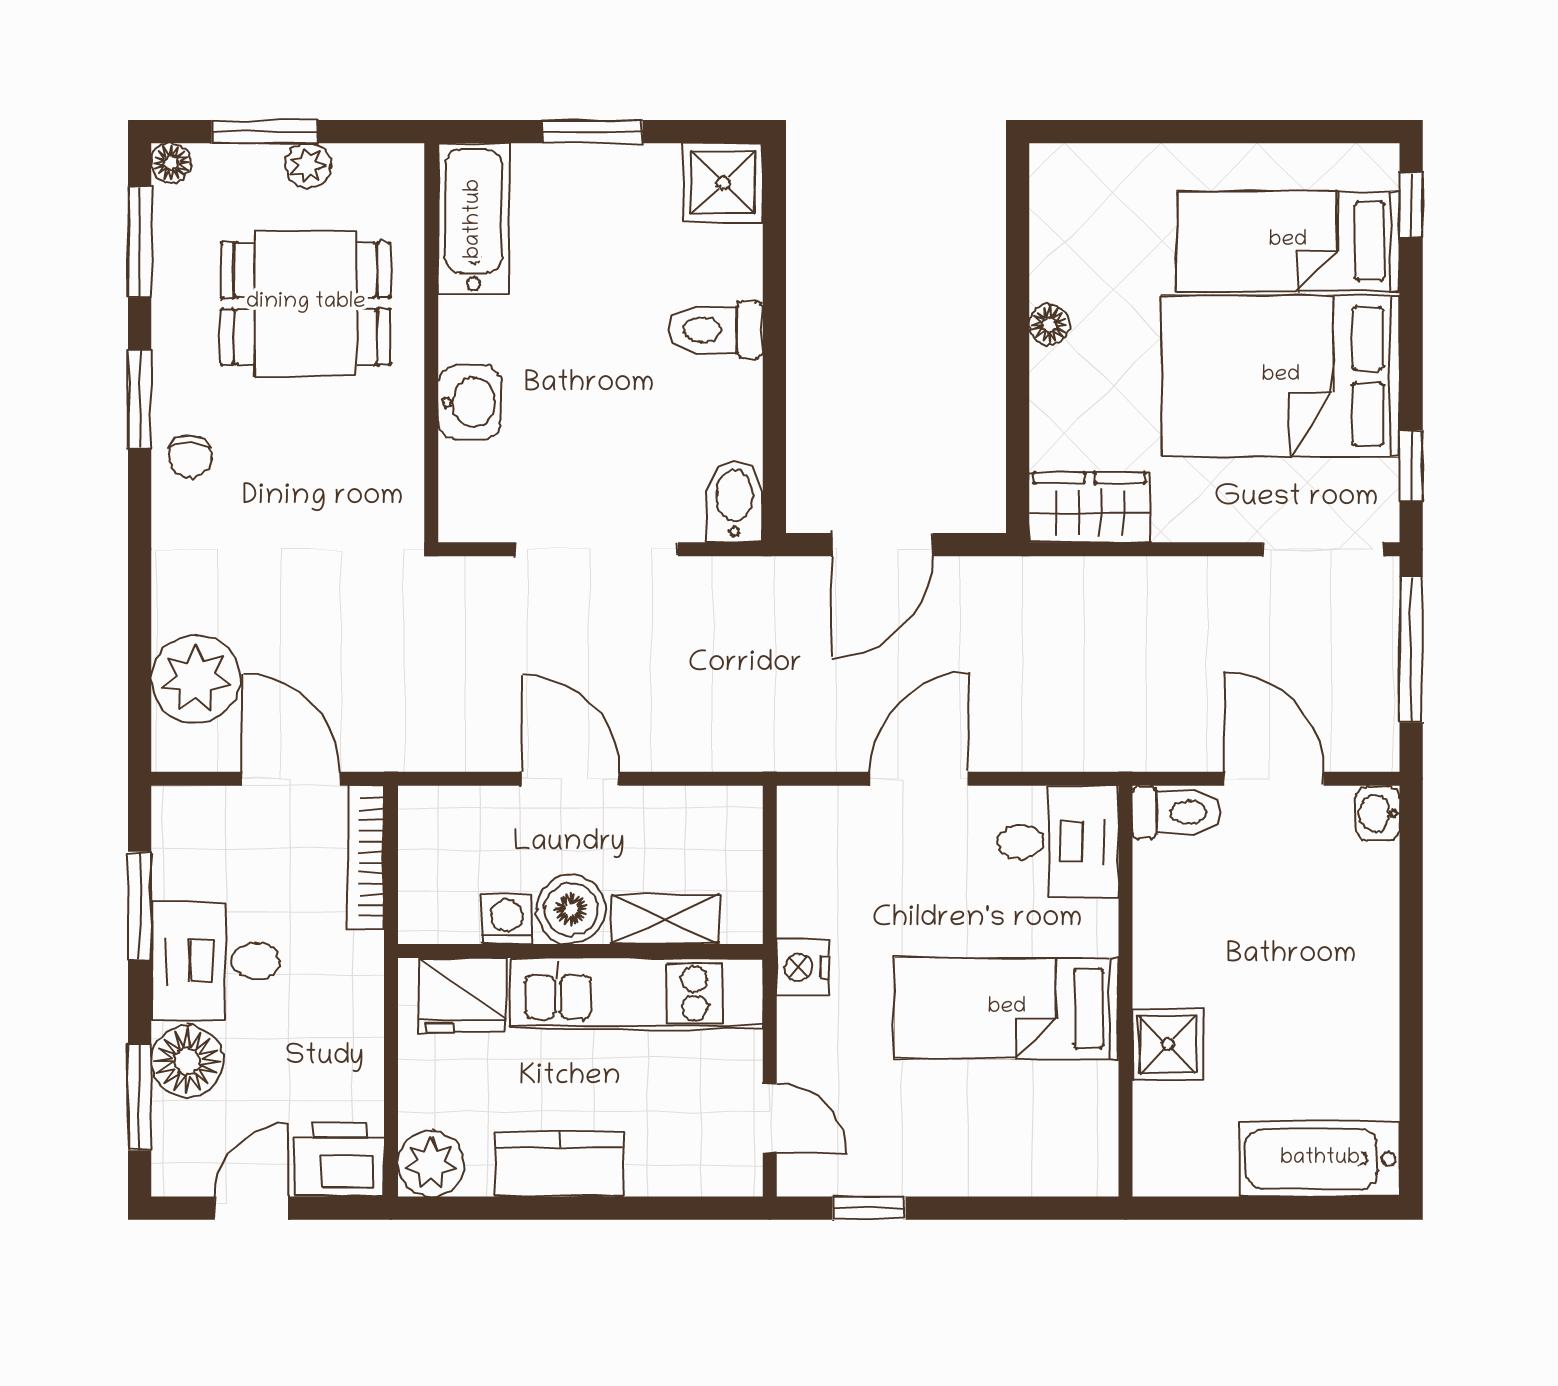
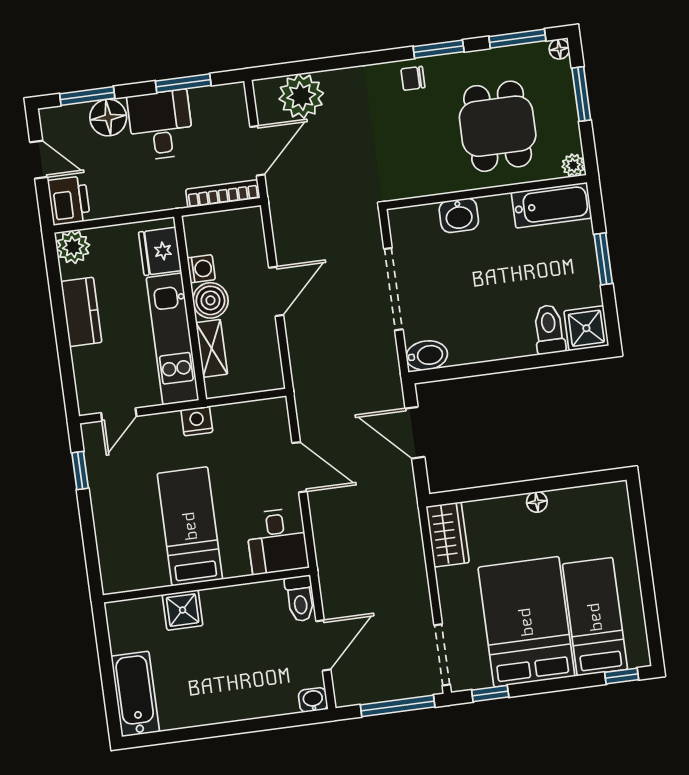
plant: (308, 166) -> (573, 165), moved
toilet: (716, 330) -> (549, 329), moved

